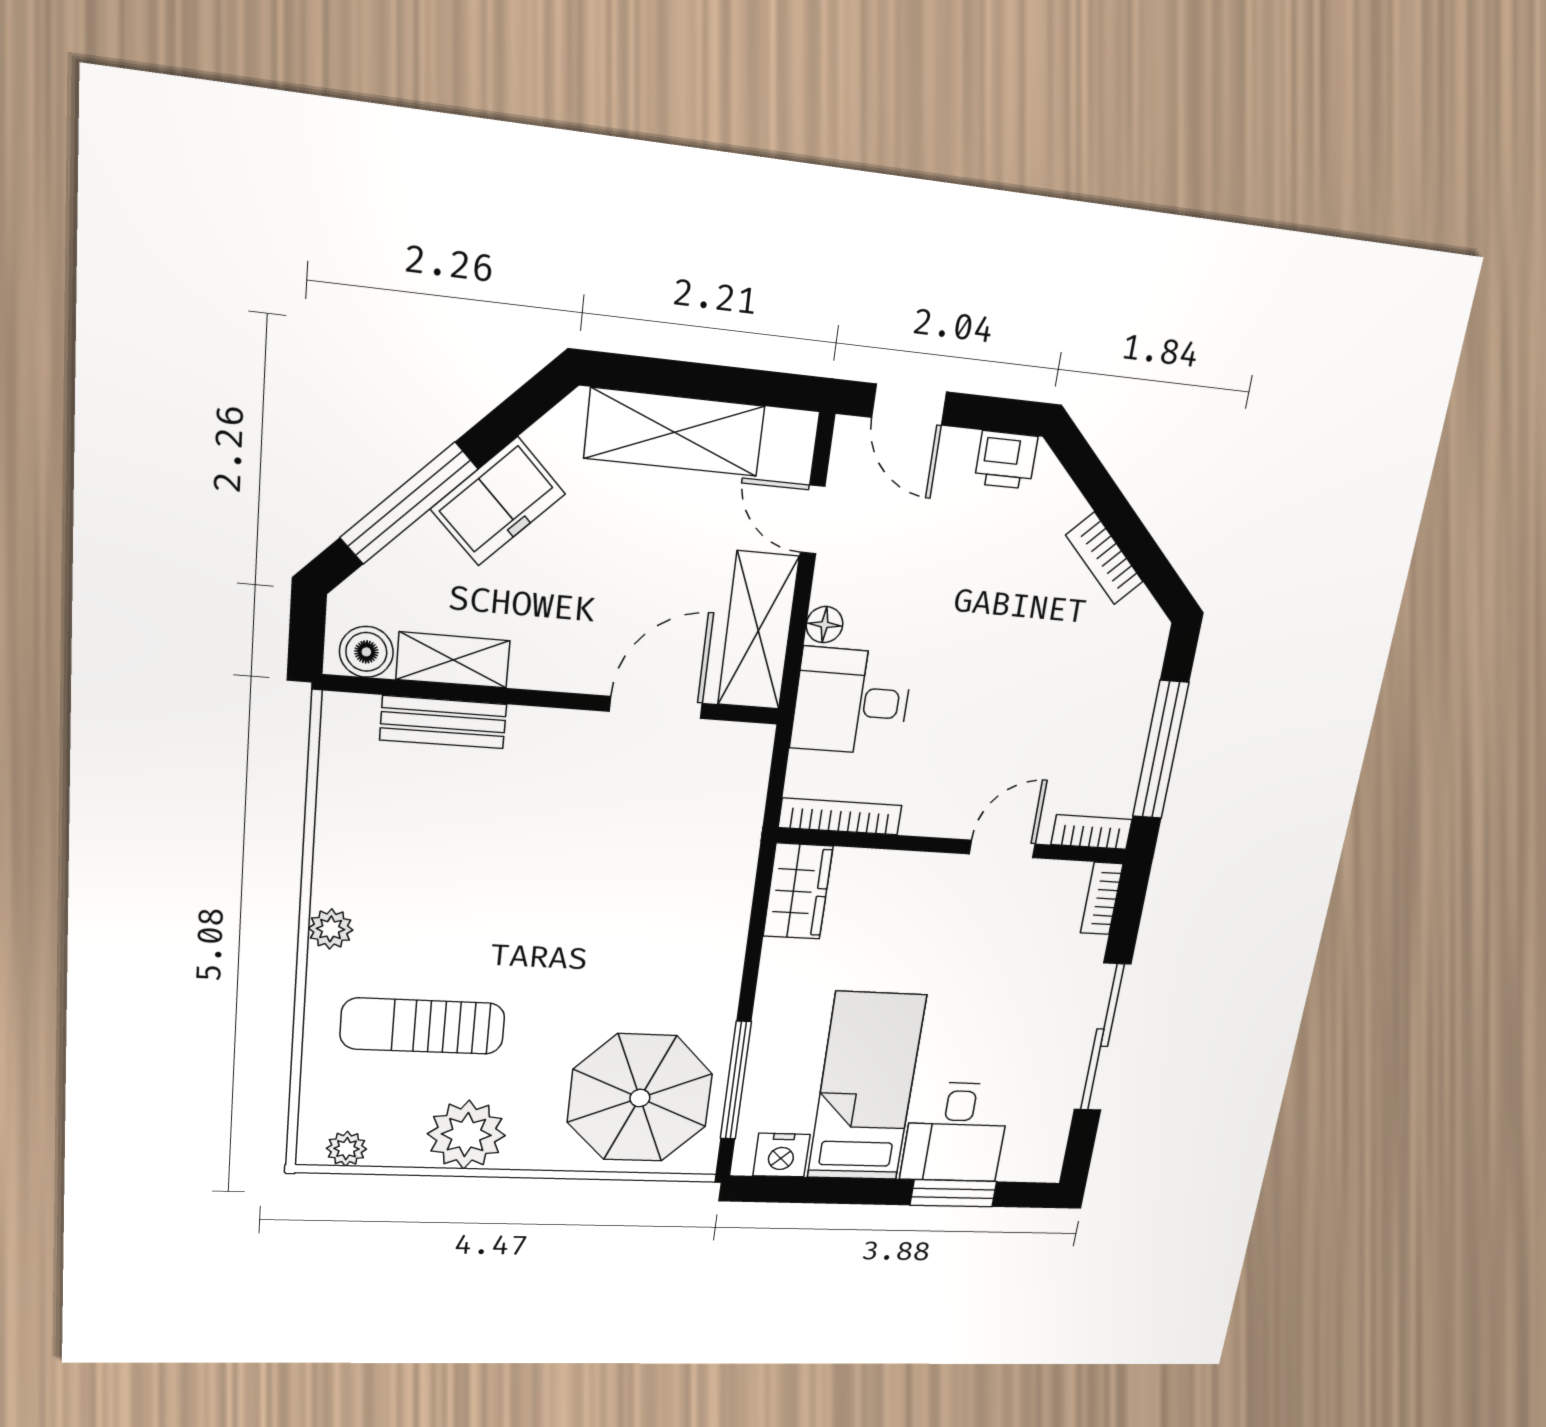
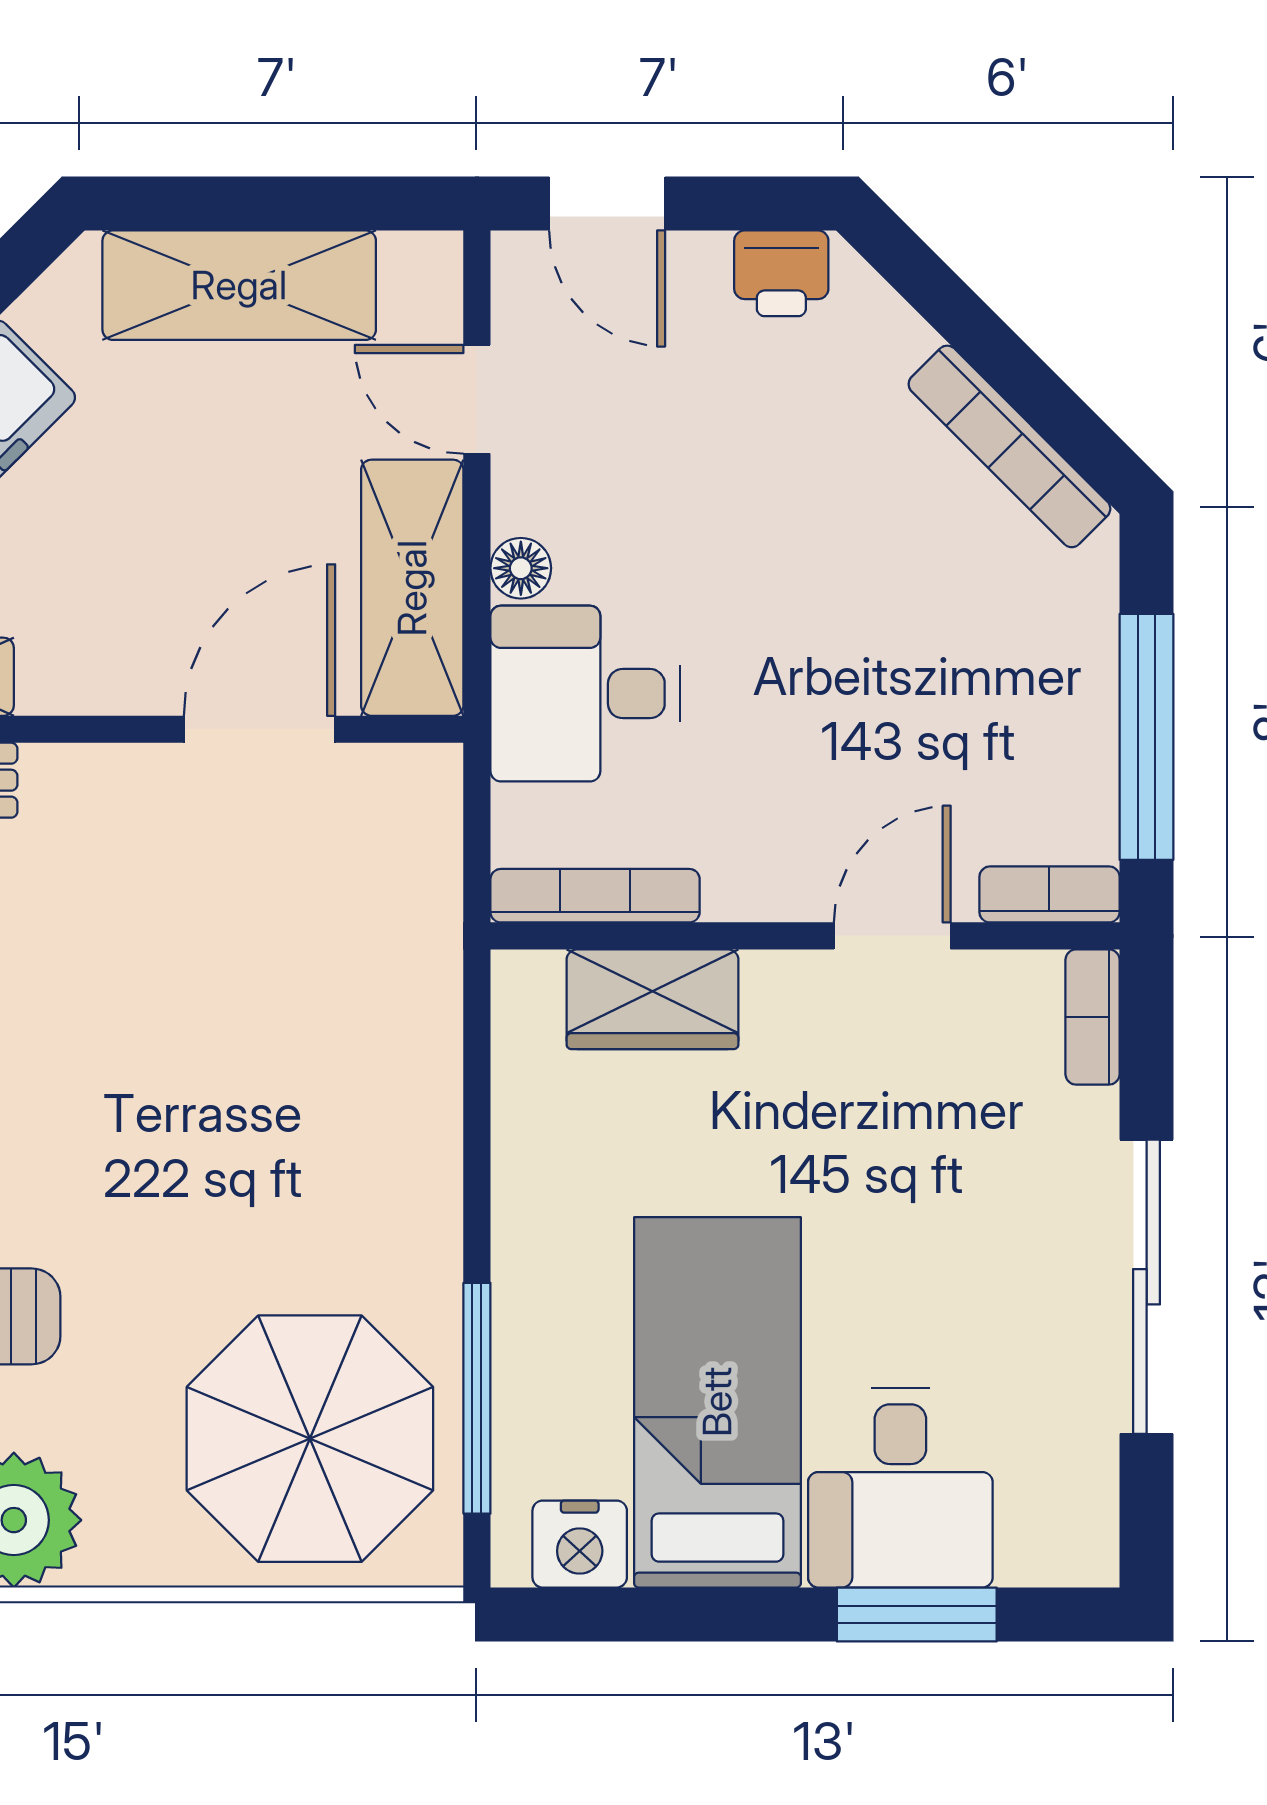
bookcase: (1104, 558) -> (1009, 446), width x1.56
wardrobe: (798, 891) -> (653, 999), moved, turned 90

